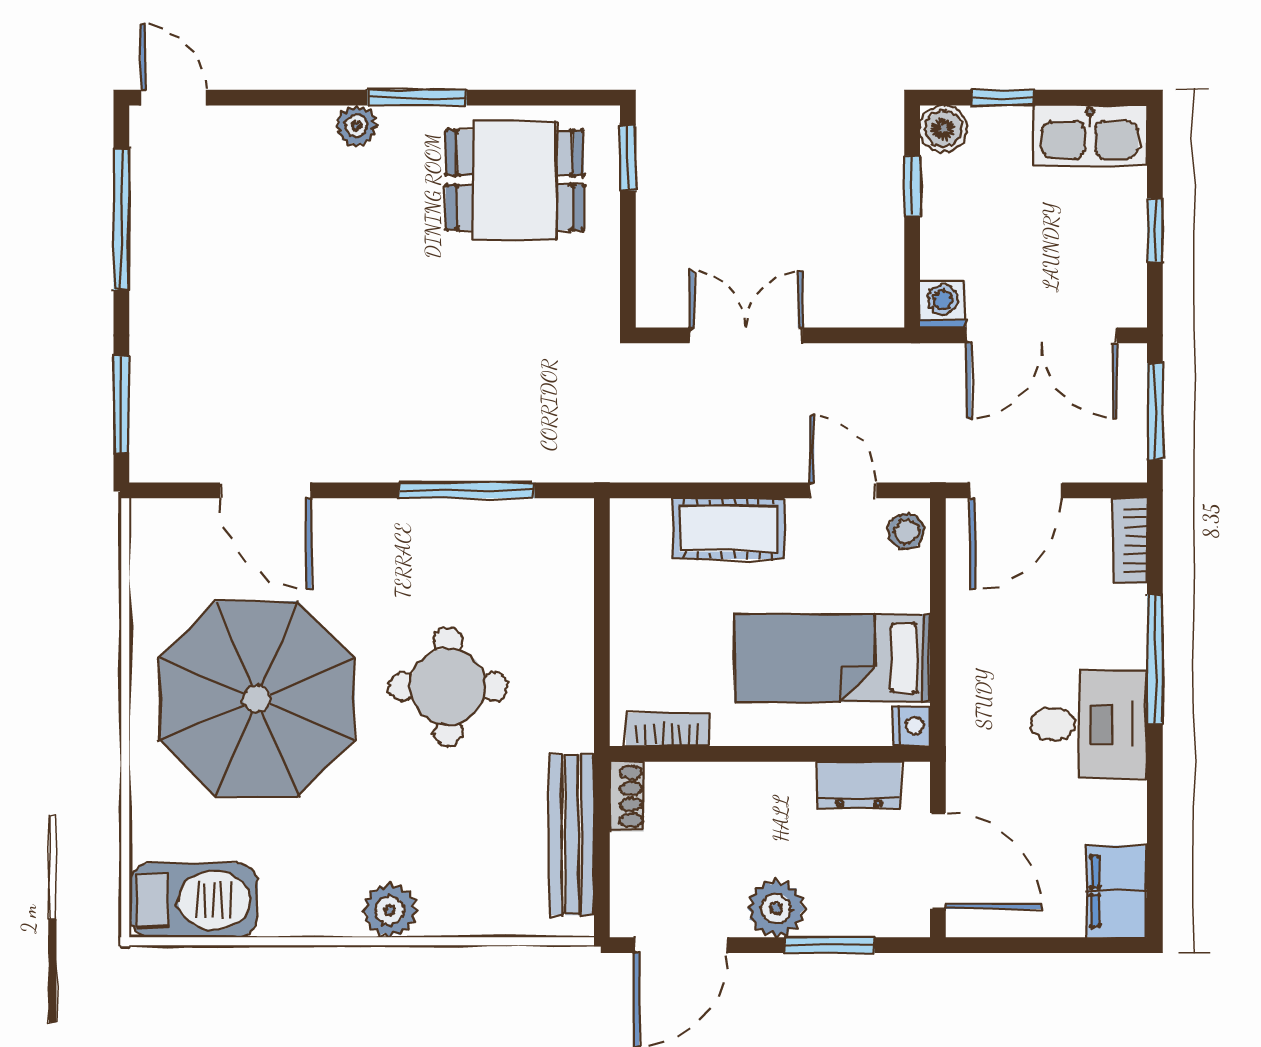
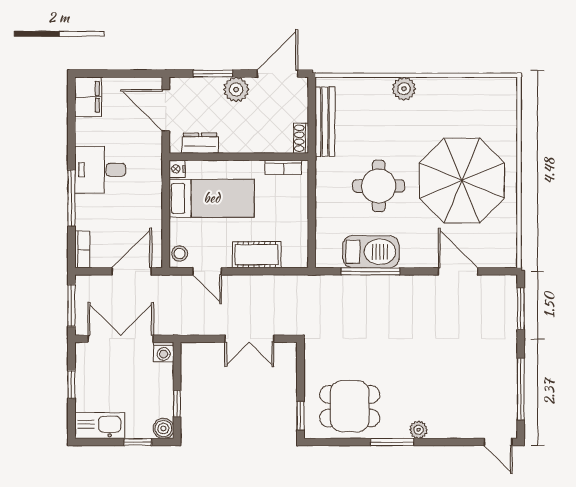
barbecue: (194, 900) -> (371, 252), moved, turned 180

